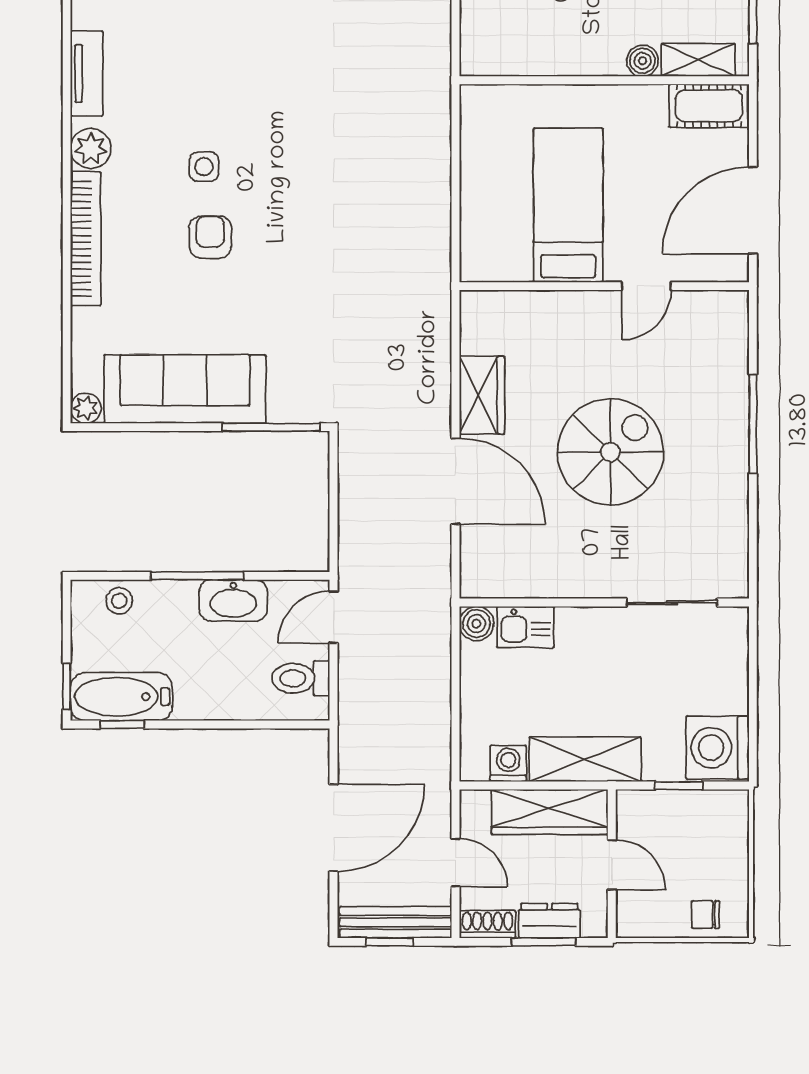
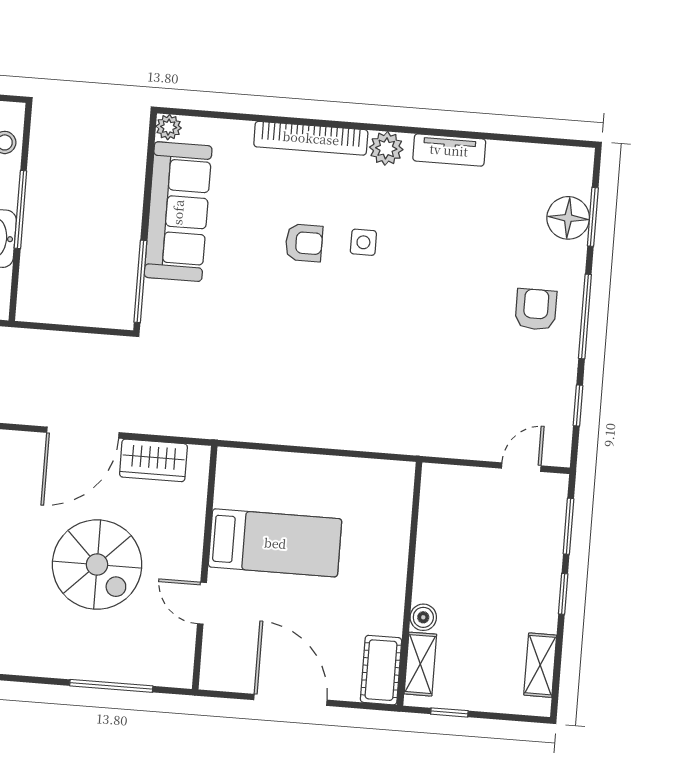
bed: (568, 205) -> (275, 543), moved
wall: (604, 286) -> (205, 568), moved
door: (646, 286) -> (202, 603), moved

